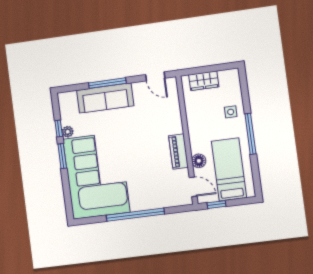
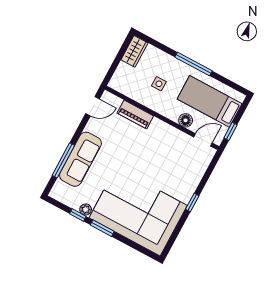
wardrobe: (204, 81) -> (134, 51), moved
window: (107, 83) -> (63, 160), moved
side table: (231, 112) -> (159, 84), moved
piano: (178, 151) -> (135, 114), moved
window: (135, 215) -> (192, 203), width x0.32

